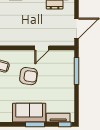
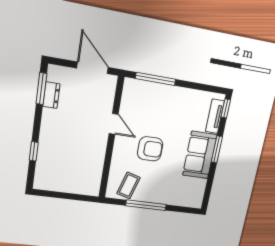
armchair: (28, 76) -> (150, 149), turned 82

